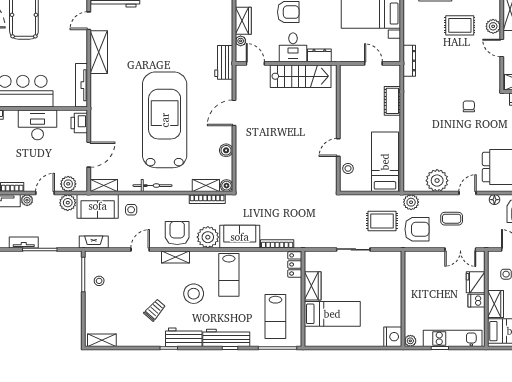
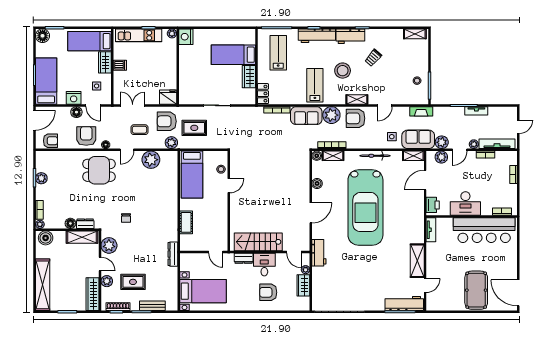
door: (373, 63) -> (216, 252), moved
plant: (490, 72) -> (109, 245), added
tv unit: (81, 85) -> (431, 230), width x0.71
armchair: (177, 233) -> (356, 118), turned 90
fridge: (476, 282) -> (168, 97), moved, turned -90

